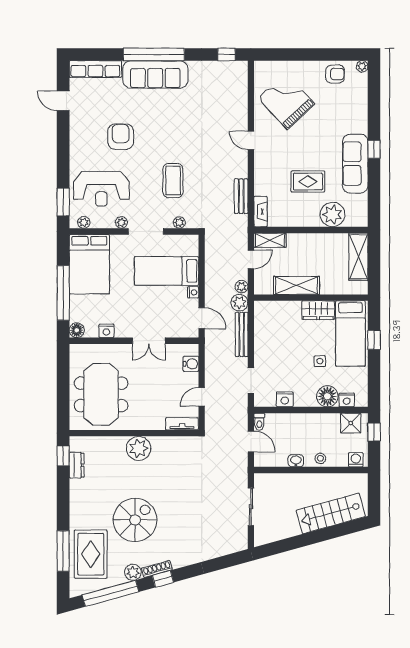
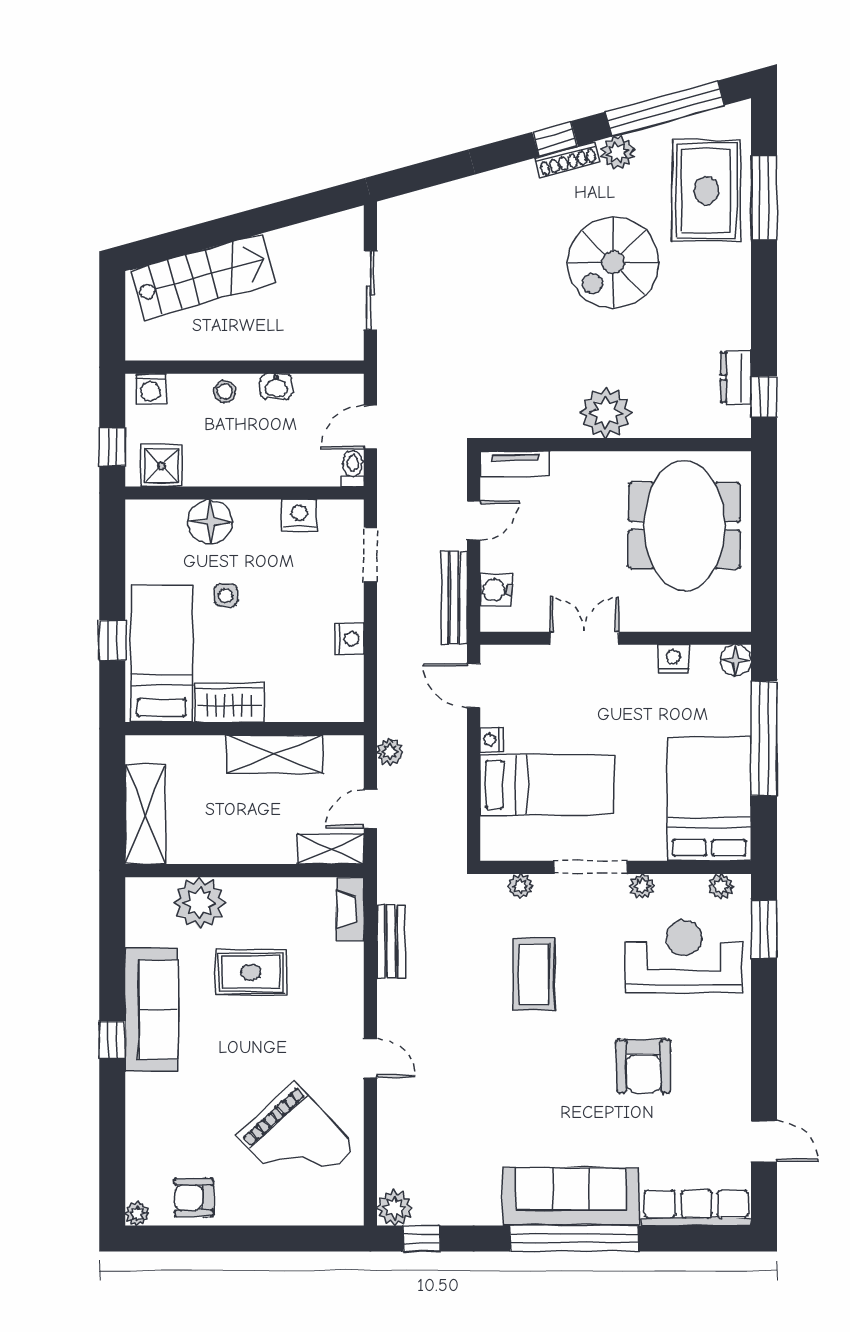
plant: (239, 303) -> (394, 1208), moved
bench: (242, 334) -> (454, 598), moved
nightstand: (347, 400) -> (349, 639), moved, turned 90
door: (251, 441) -> (370, 427), hinge flipped

